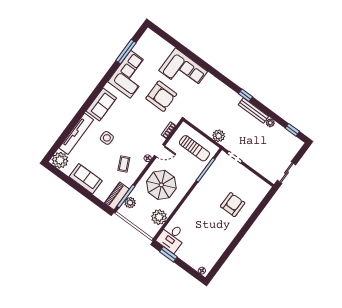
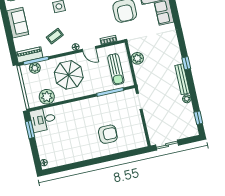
plant: (219, 136) -> (137, 58), moved

